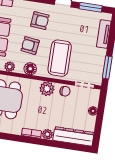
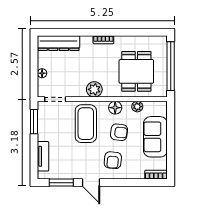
armchair: (40, 21) -> (113, 160), turned -90
chair: (65, 91) -> (75, 90), removed
plant: (47, 134) -> (86, 41), removed

